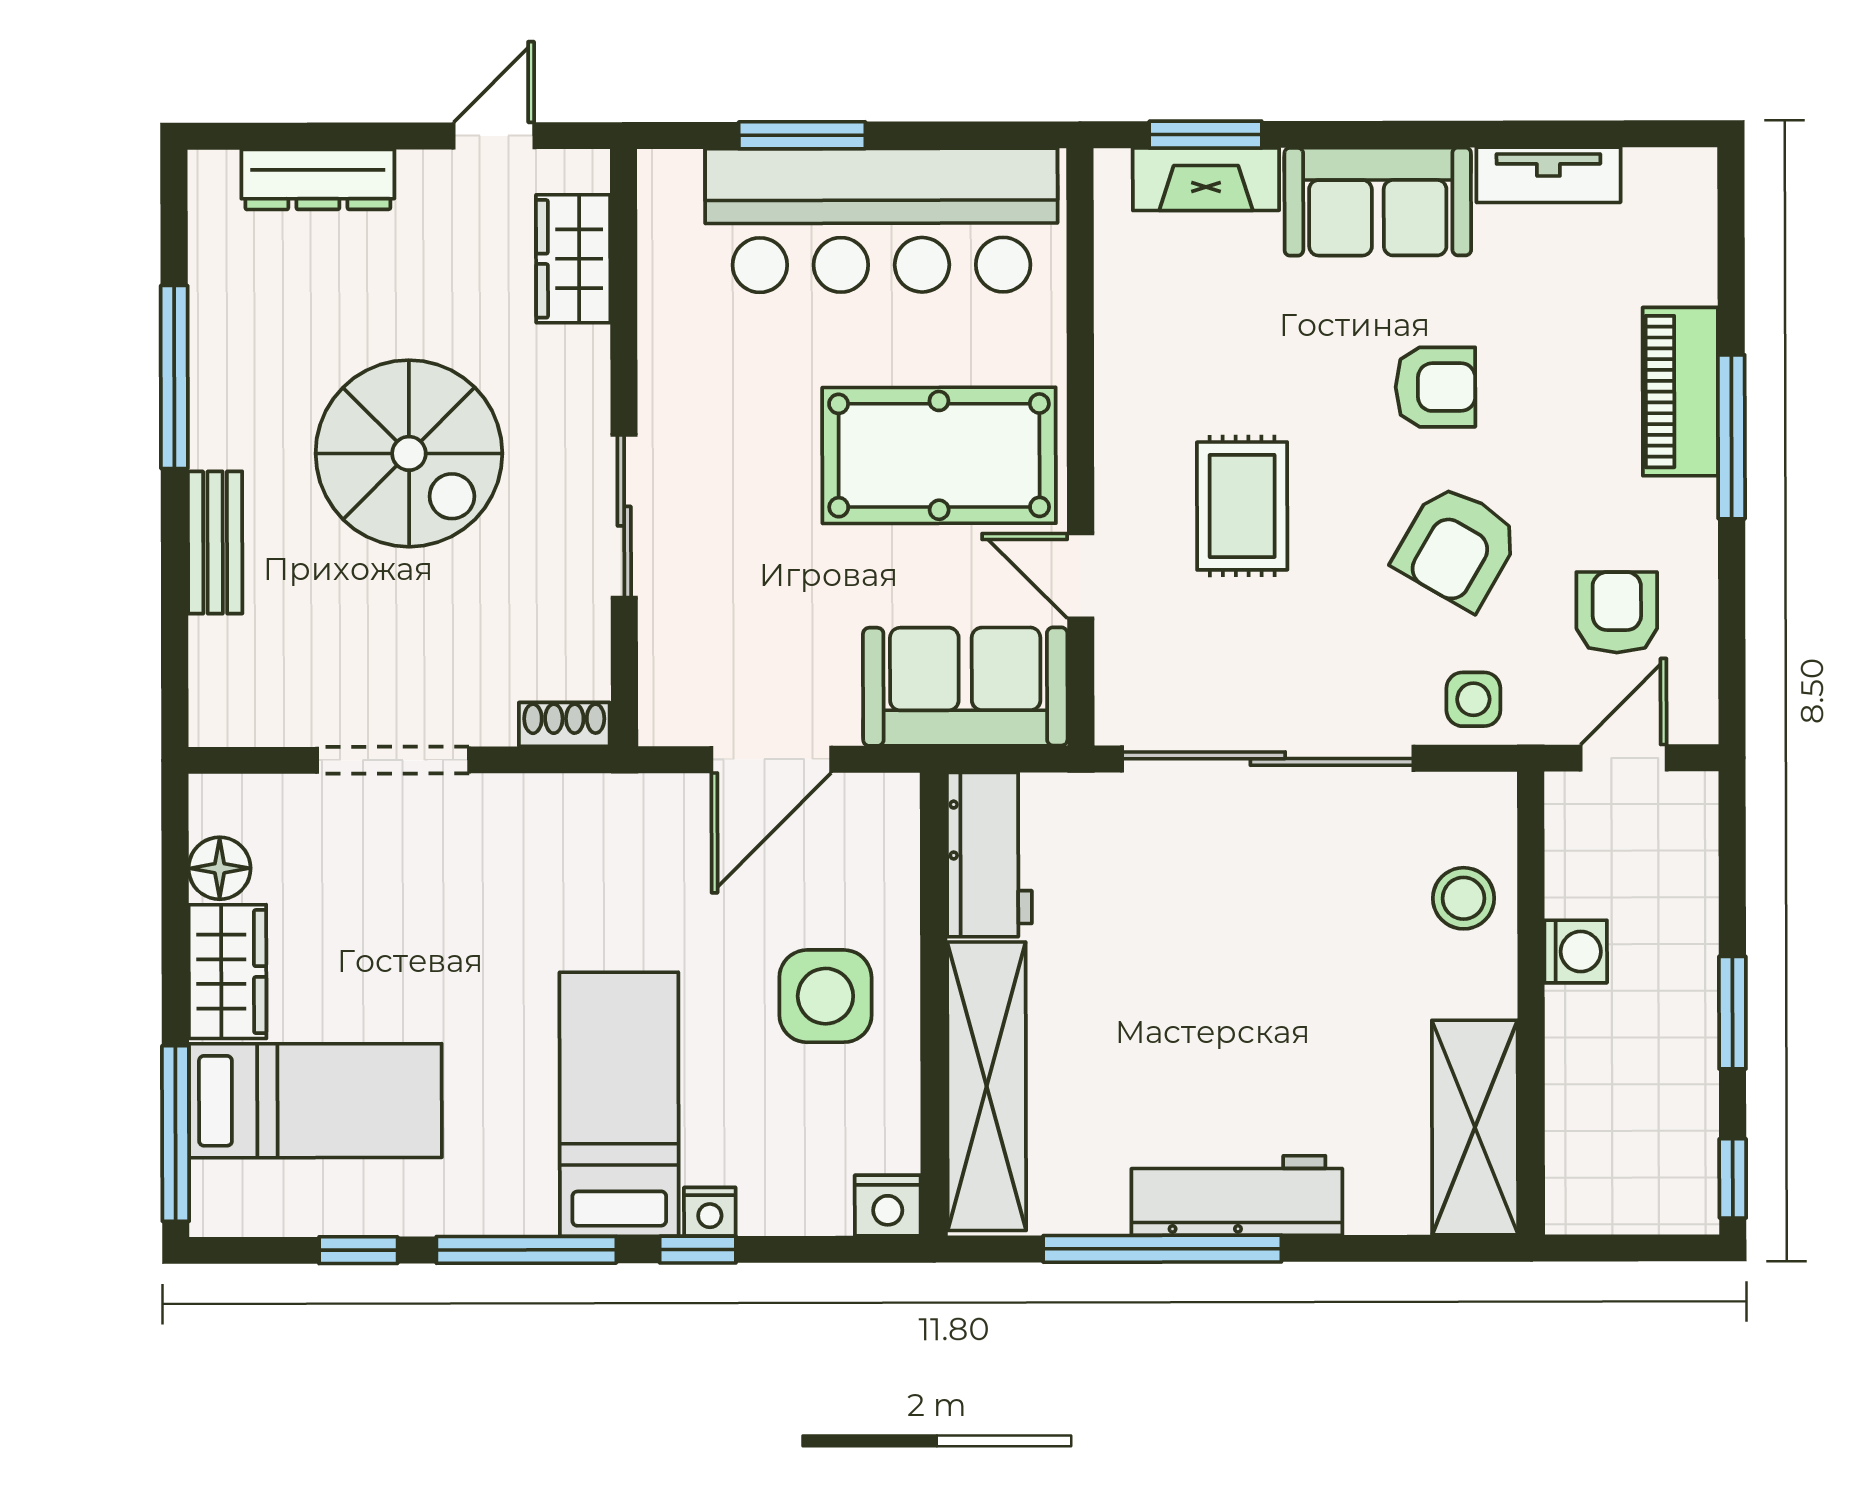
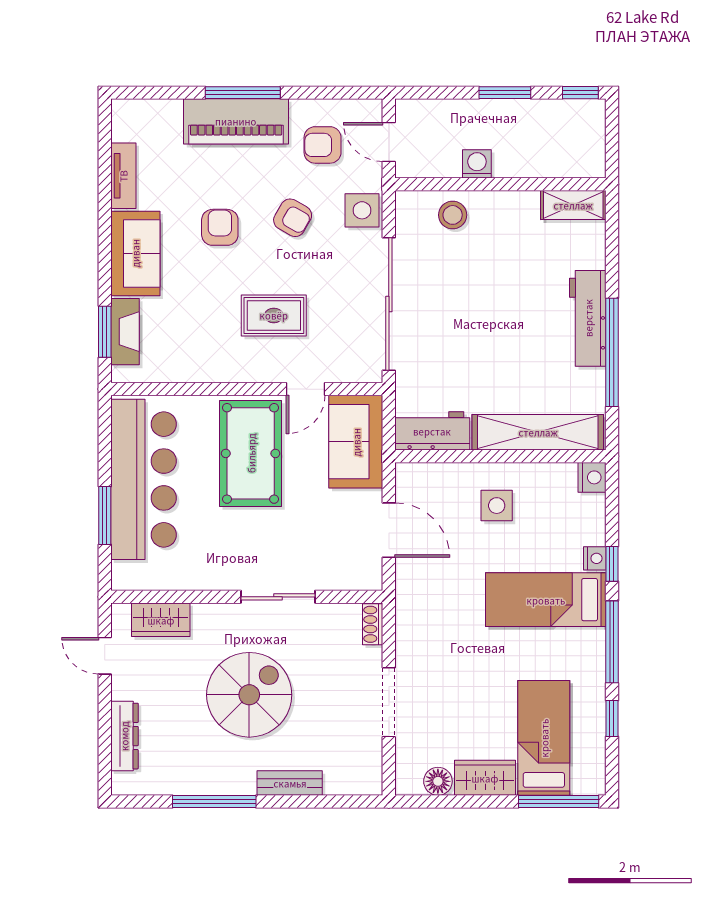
piano: (1680, 392) -> (236, 121), width x1.37, depth x1.33
armchair: (1457, 547) -> (293, 218), width x0.72, depth x0.72
side table: (1473, 699) -> (362, 210), width x1.37, depth x1.37
side table: (825, 996) -> (497, 506), width x0.73, depth x0.73
shelving: (1475, 1127) -> (573, 205), width x0.67, depth x0.75

